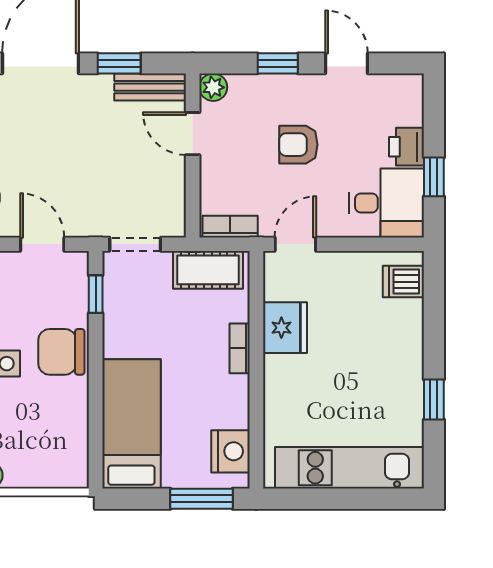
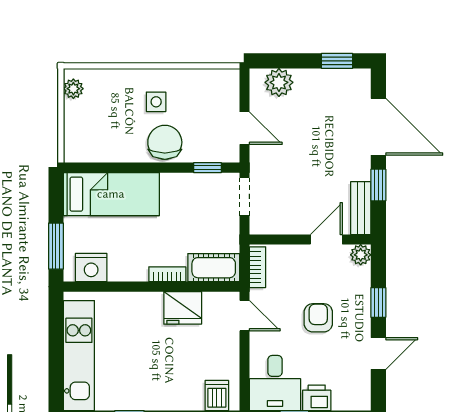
door: (42, 244) -> (244, 128), hinge flipped
cot: (208, 270) -> (214, 268), moved, turned 90

